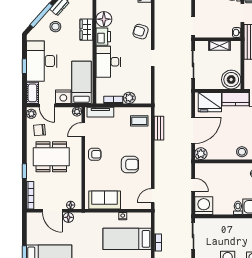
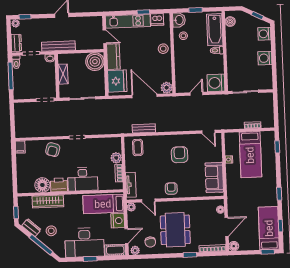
wardrobe: (86, 30) -> (48, 201), width x1.50
floor lamp: (68, 217) -> (234, 246), moved

